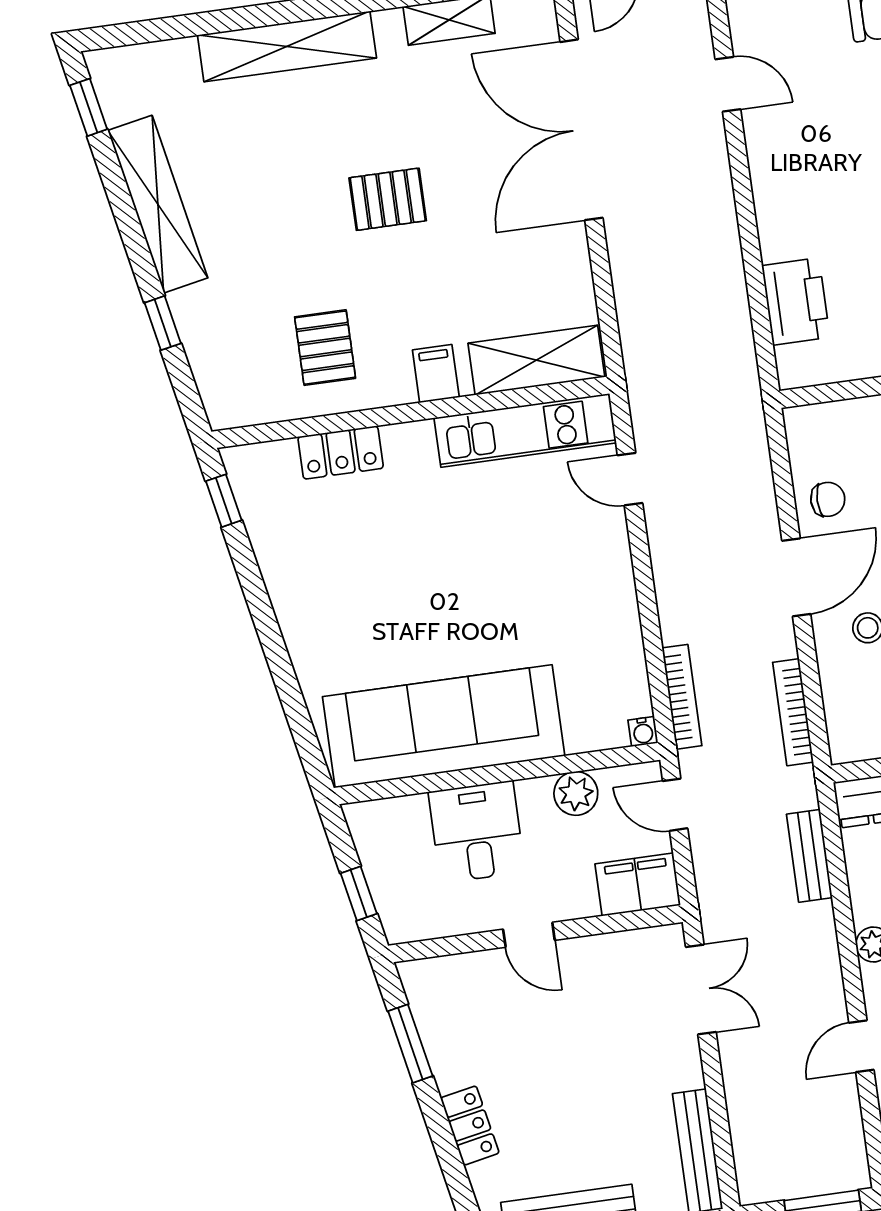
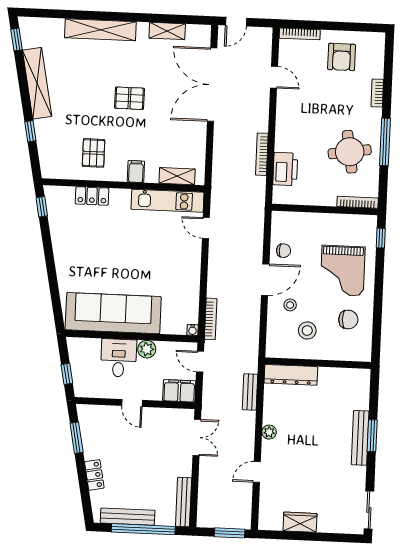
shelving: (536, 360) -> (177, 176), width x0.67, depth x0.75
bookcase: (793, 712) -> (262, 154), moved
plant: (576, 793) -> (147, 349), moved

